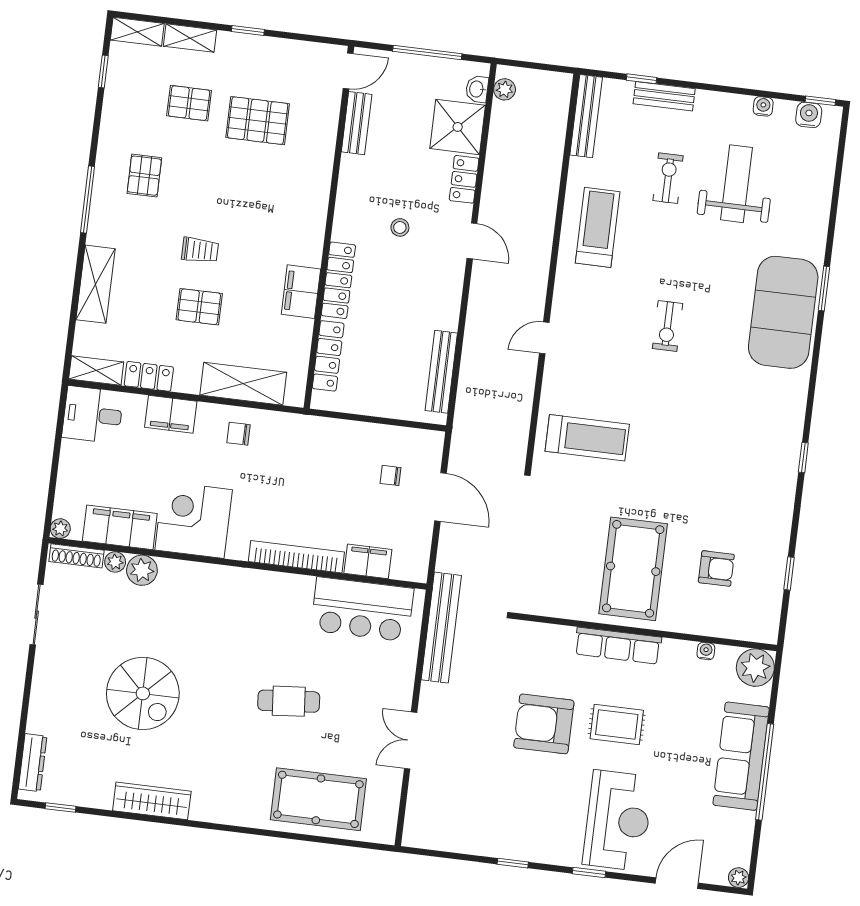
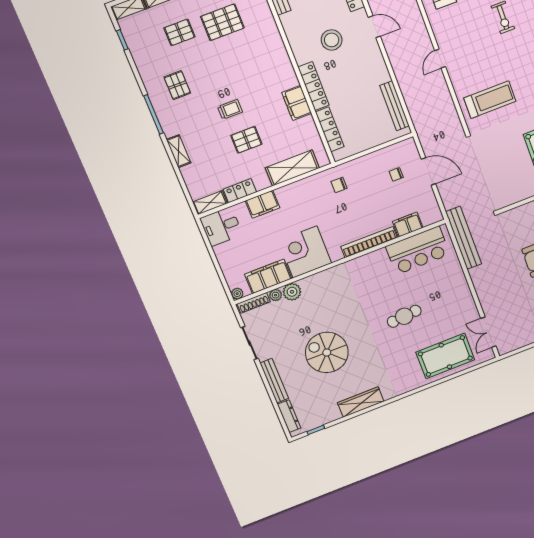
stool: (400, 227) -> (332, 40), width x1.89, depth x1.89
shelving: (95, 284) -> (179, 151), width x0.67, depth x0.75
chair: (239, 434) -> (339, 185), moved
spiral stairs: (143, 693) -> (327, 352), turned 180
bench: (41, 694) -> (274, 381), added
double door: (411, 741) -> (488, 332), moved

